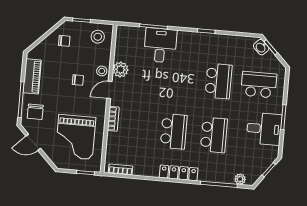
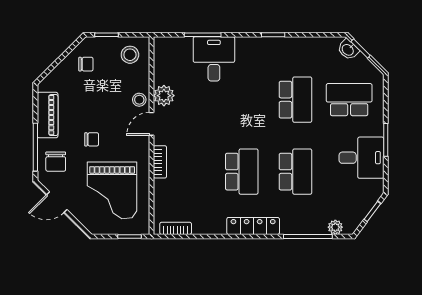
chair: (78, 80) -> (92, 139), moved

